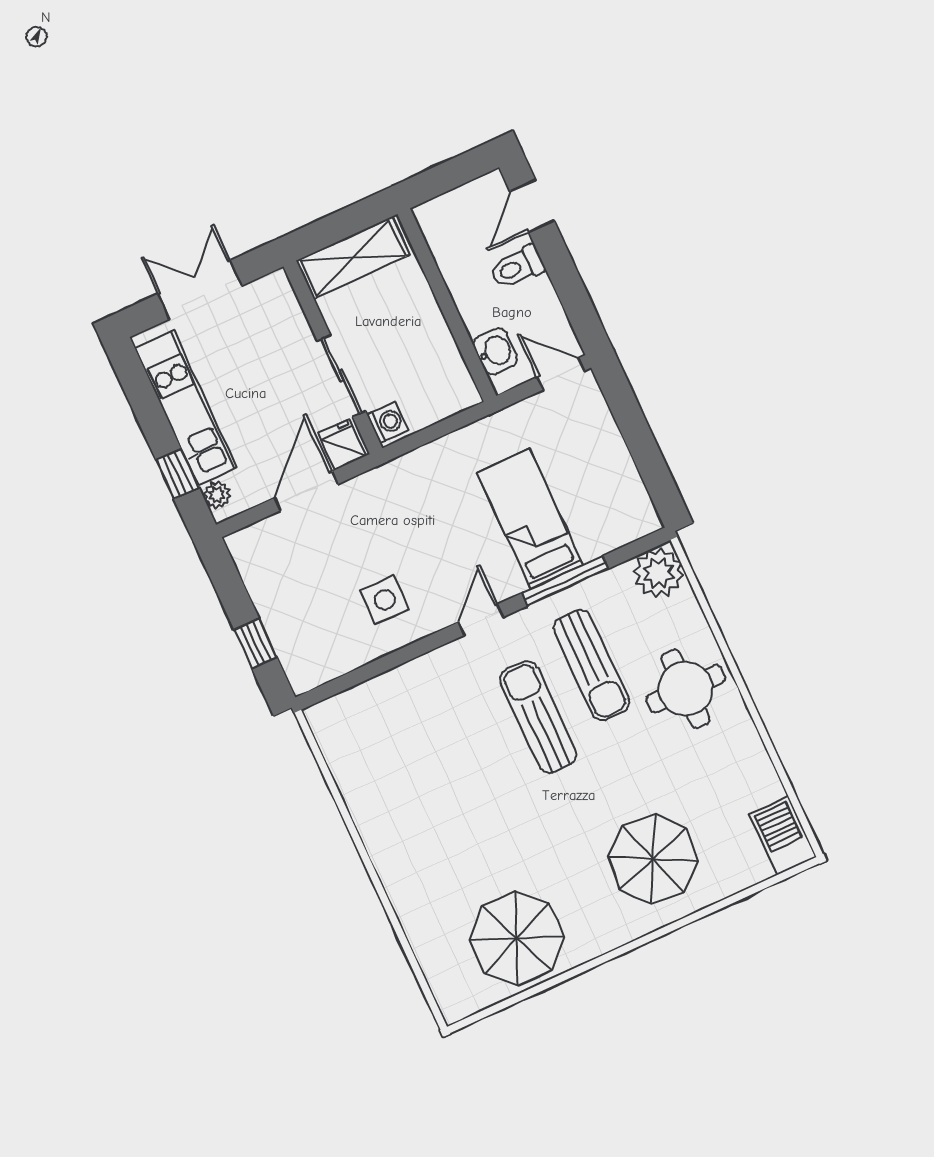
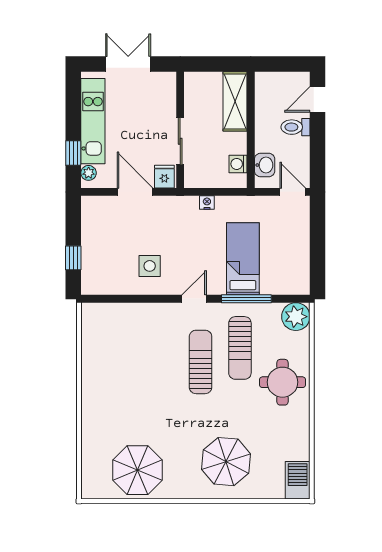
shelving: (353, 258) -> (235, 101), moved, turned 90
washing machine: (388, 422) -> (238, 164), moved, turned 180
nightstand: (430, 455) -> (207, 203), added
door: (306, 491) -> (135, 192), hinge flipped

